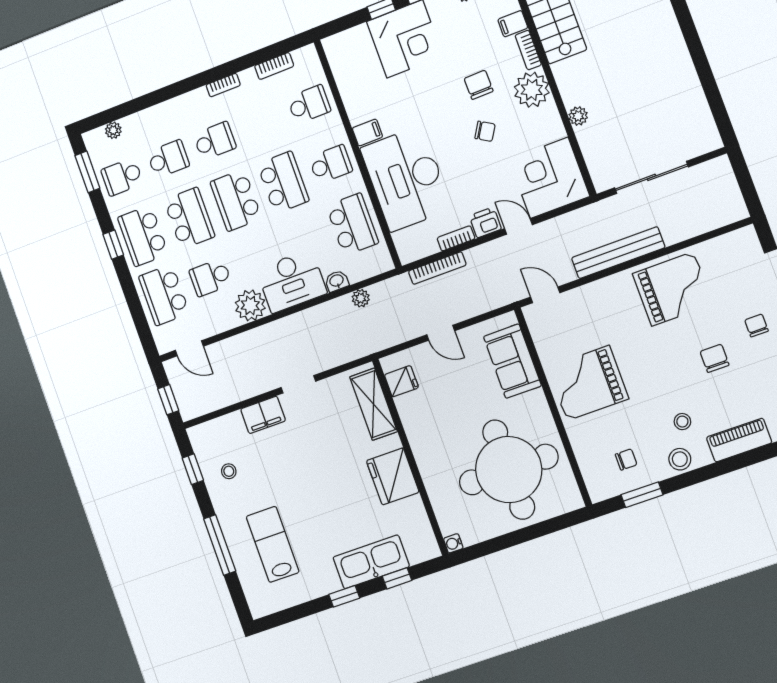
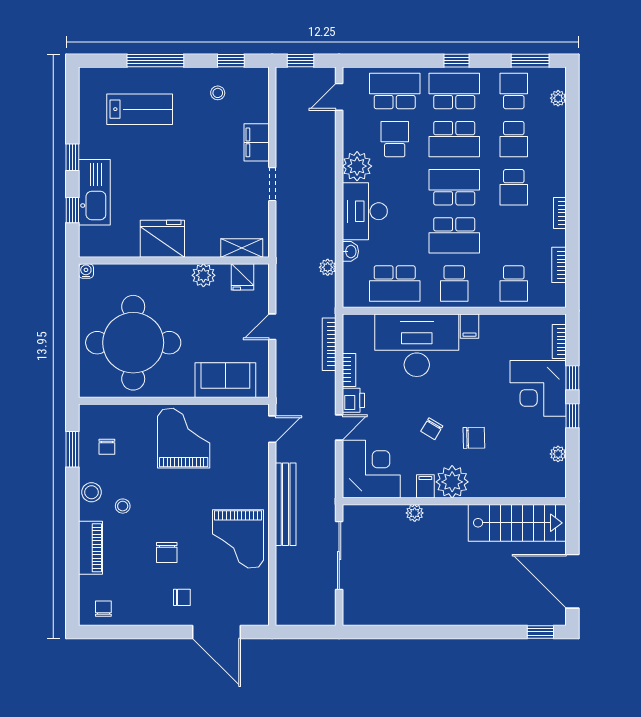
filing cabinet: (513, 24) -> (425, 486), moved
bookcase: (528, 50) -> (559, 342), moved, turned -90
chair: (715, 358) -> (167, 552), turned 90
shelving: (373, 404) -> (242, 248), width x0.67, depth x0.75
plant: (414, 422) -> (203, 275), added

